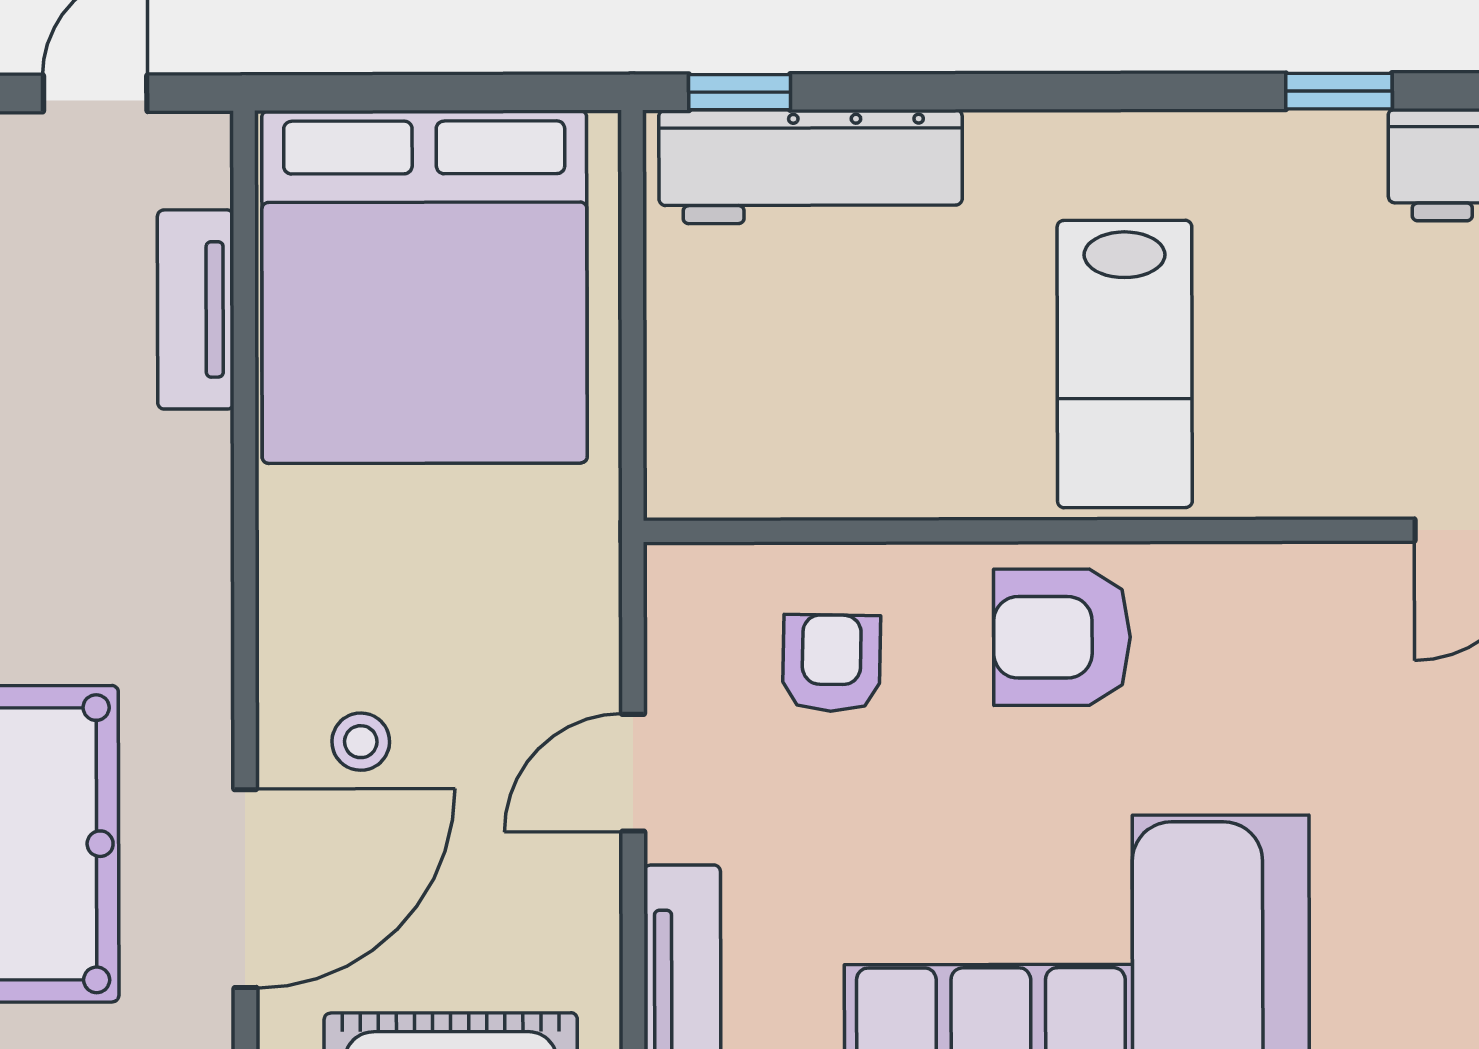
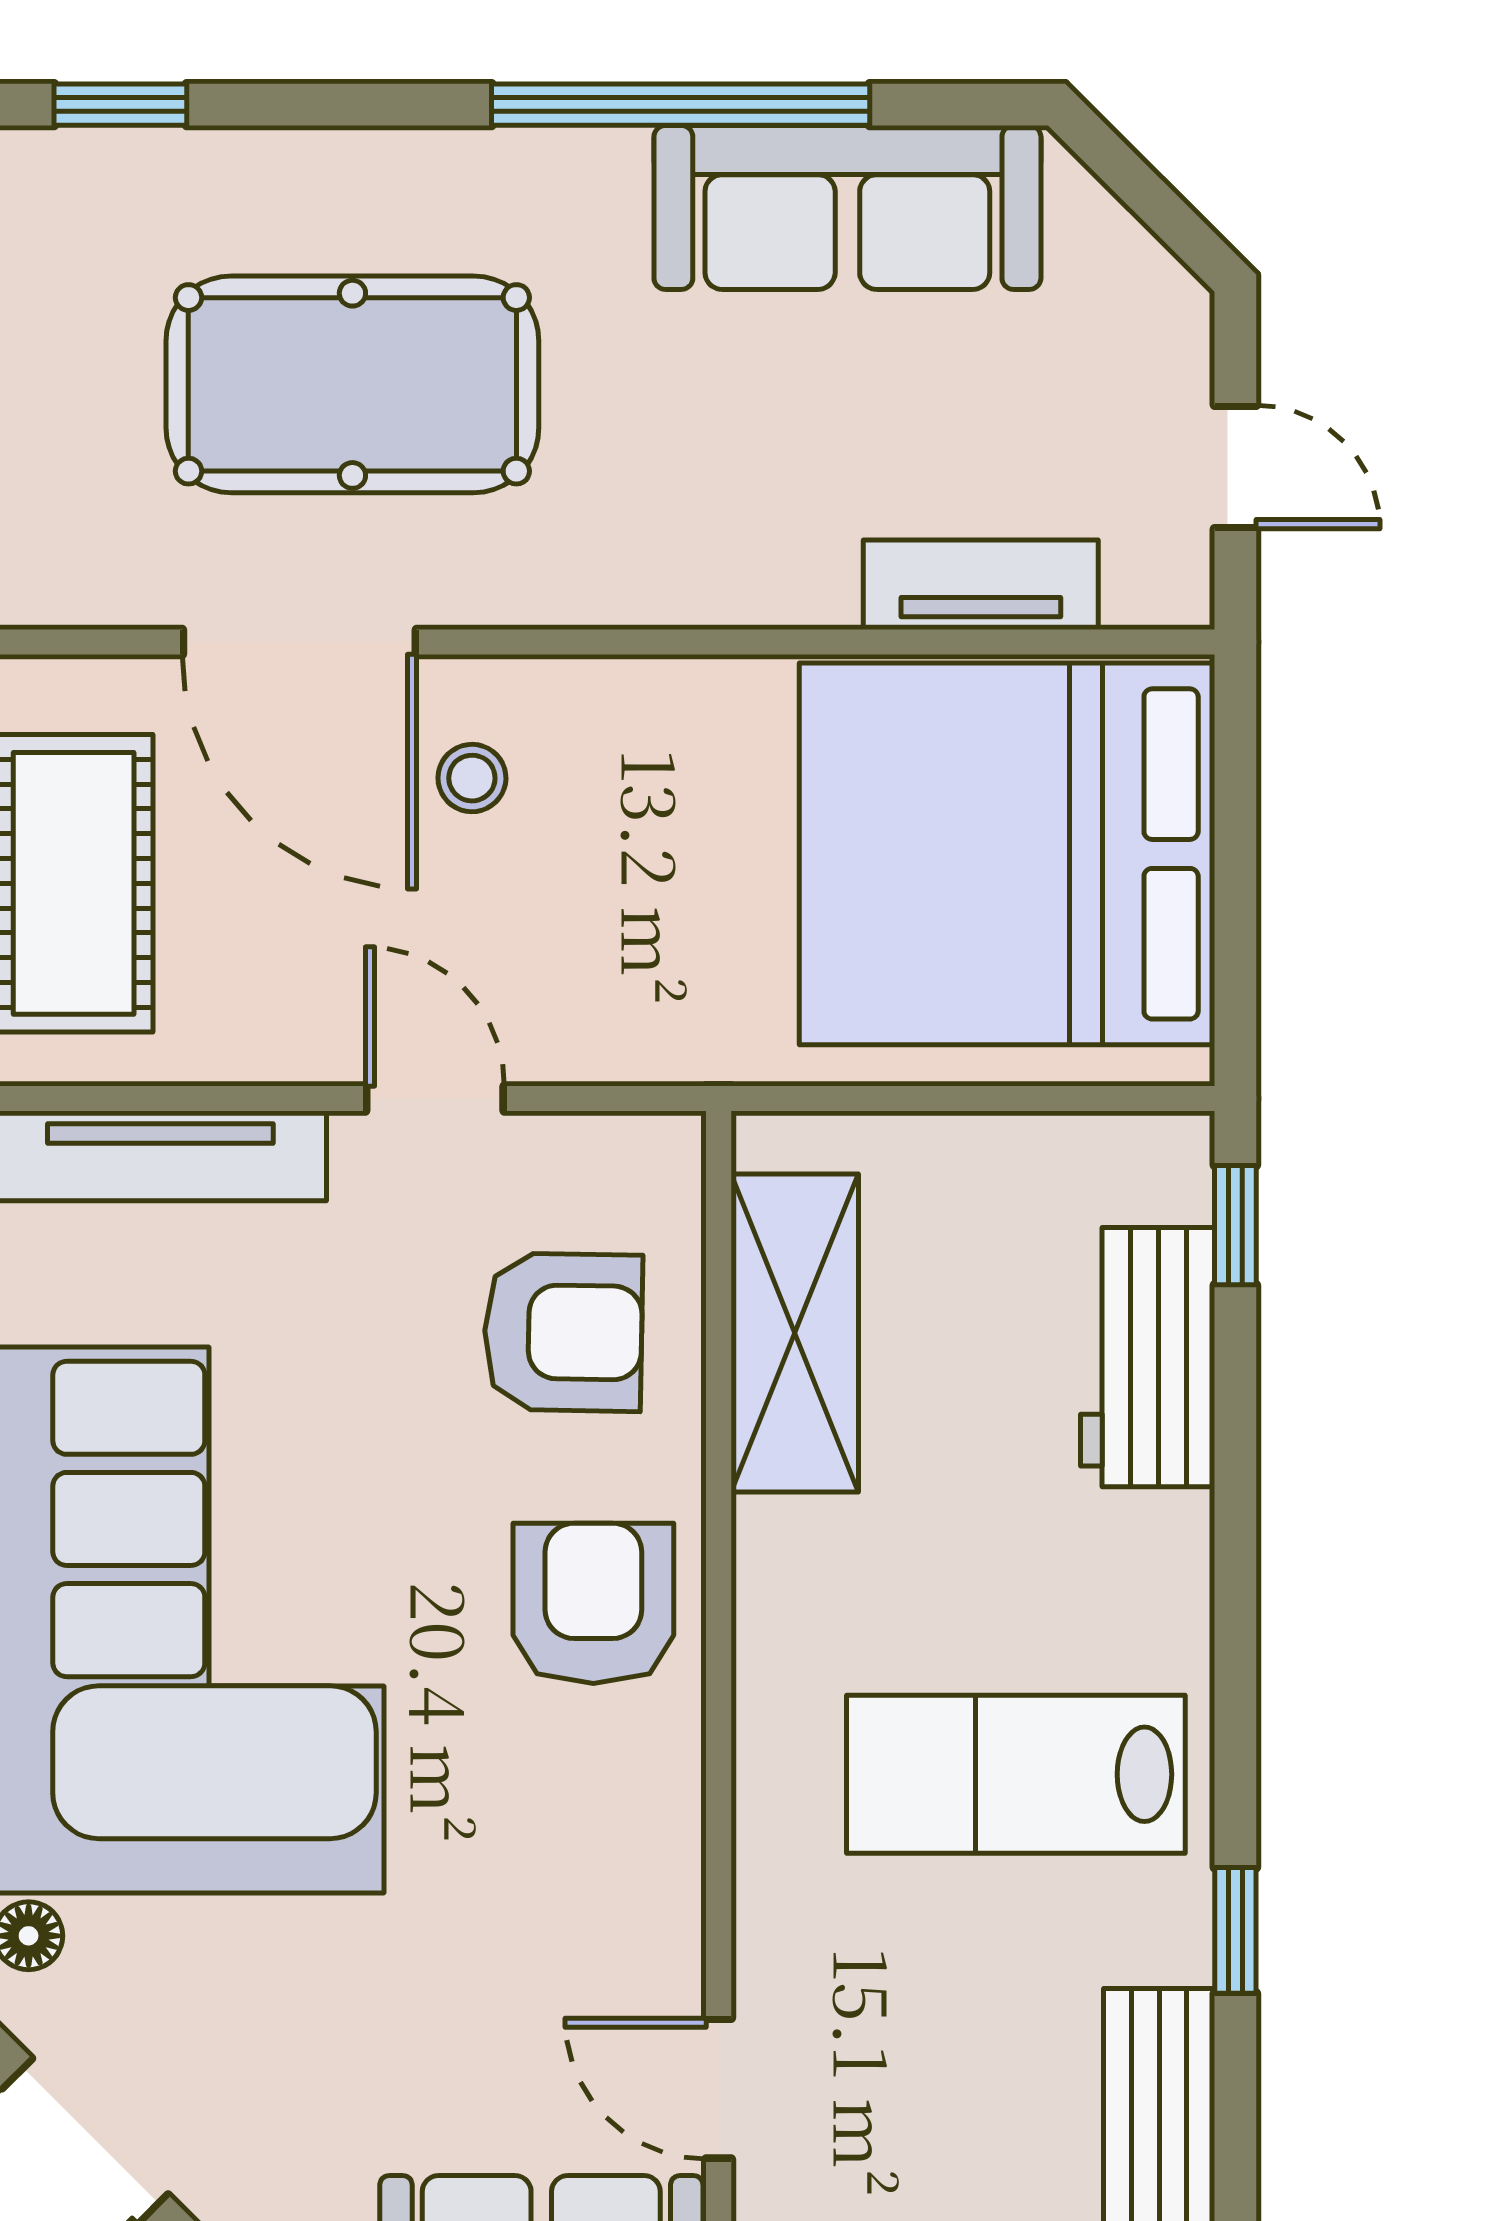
workbench: (811, 167) -> (1148, 1357), width x0.73
lab bench: (1125, 364) -> (1016, 1774), moved
shelving: (832, 466) -> (795, 1333), added
armchair: (831, 663) -> (563, 1332), width x1.38, depth x1.38

